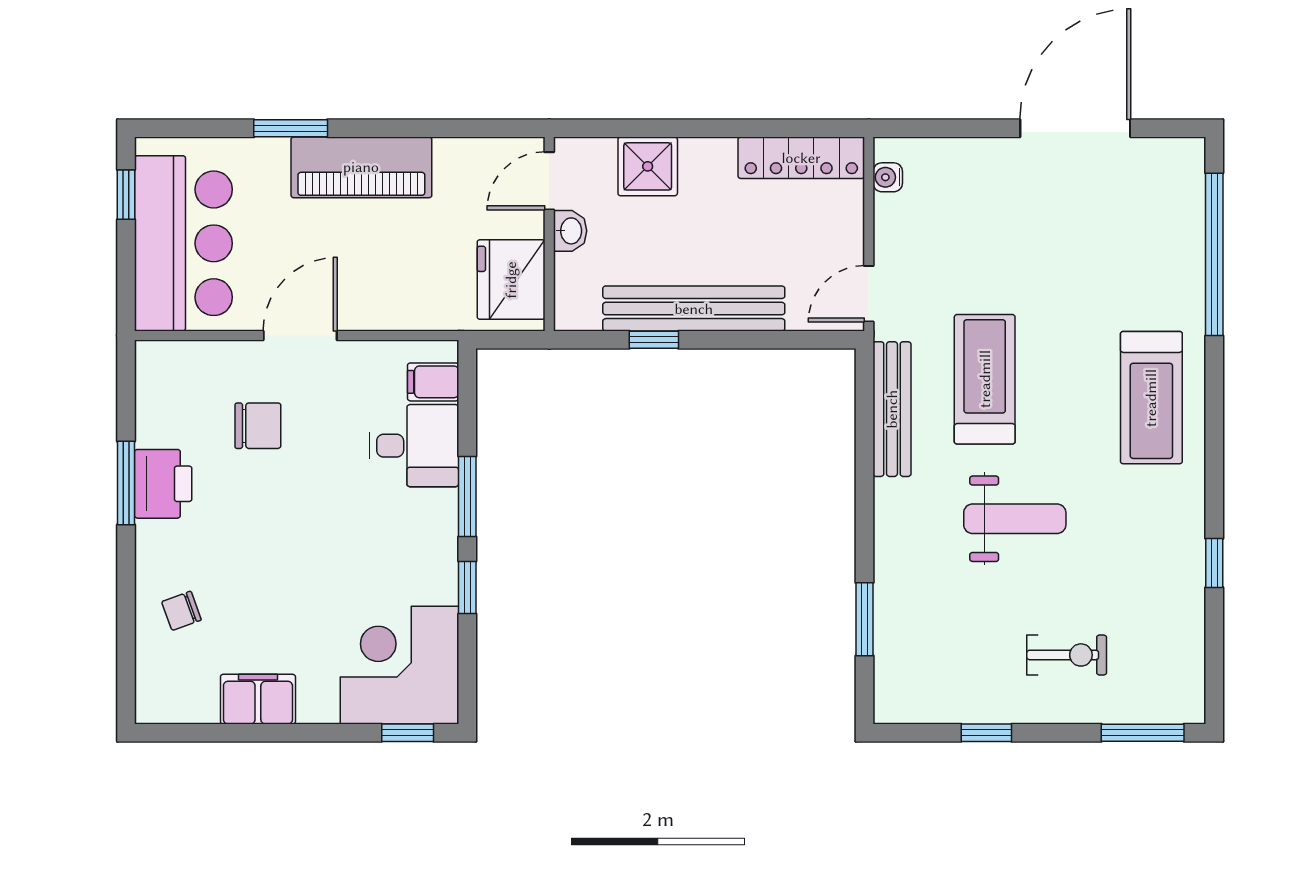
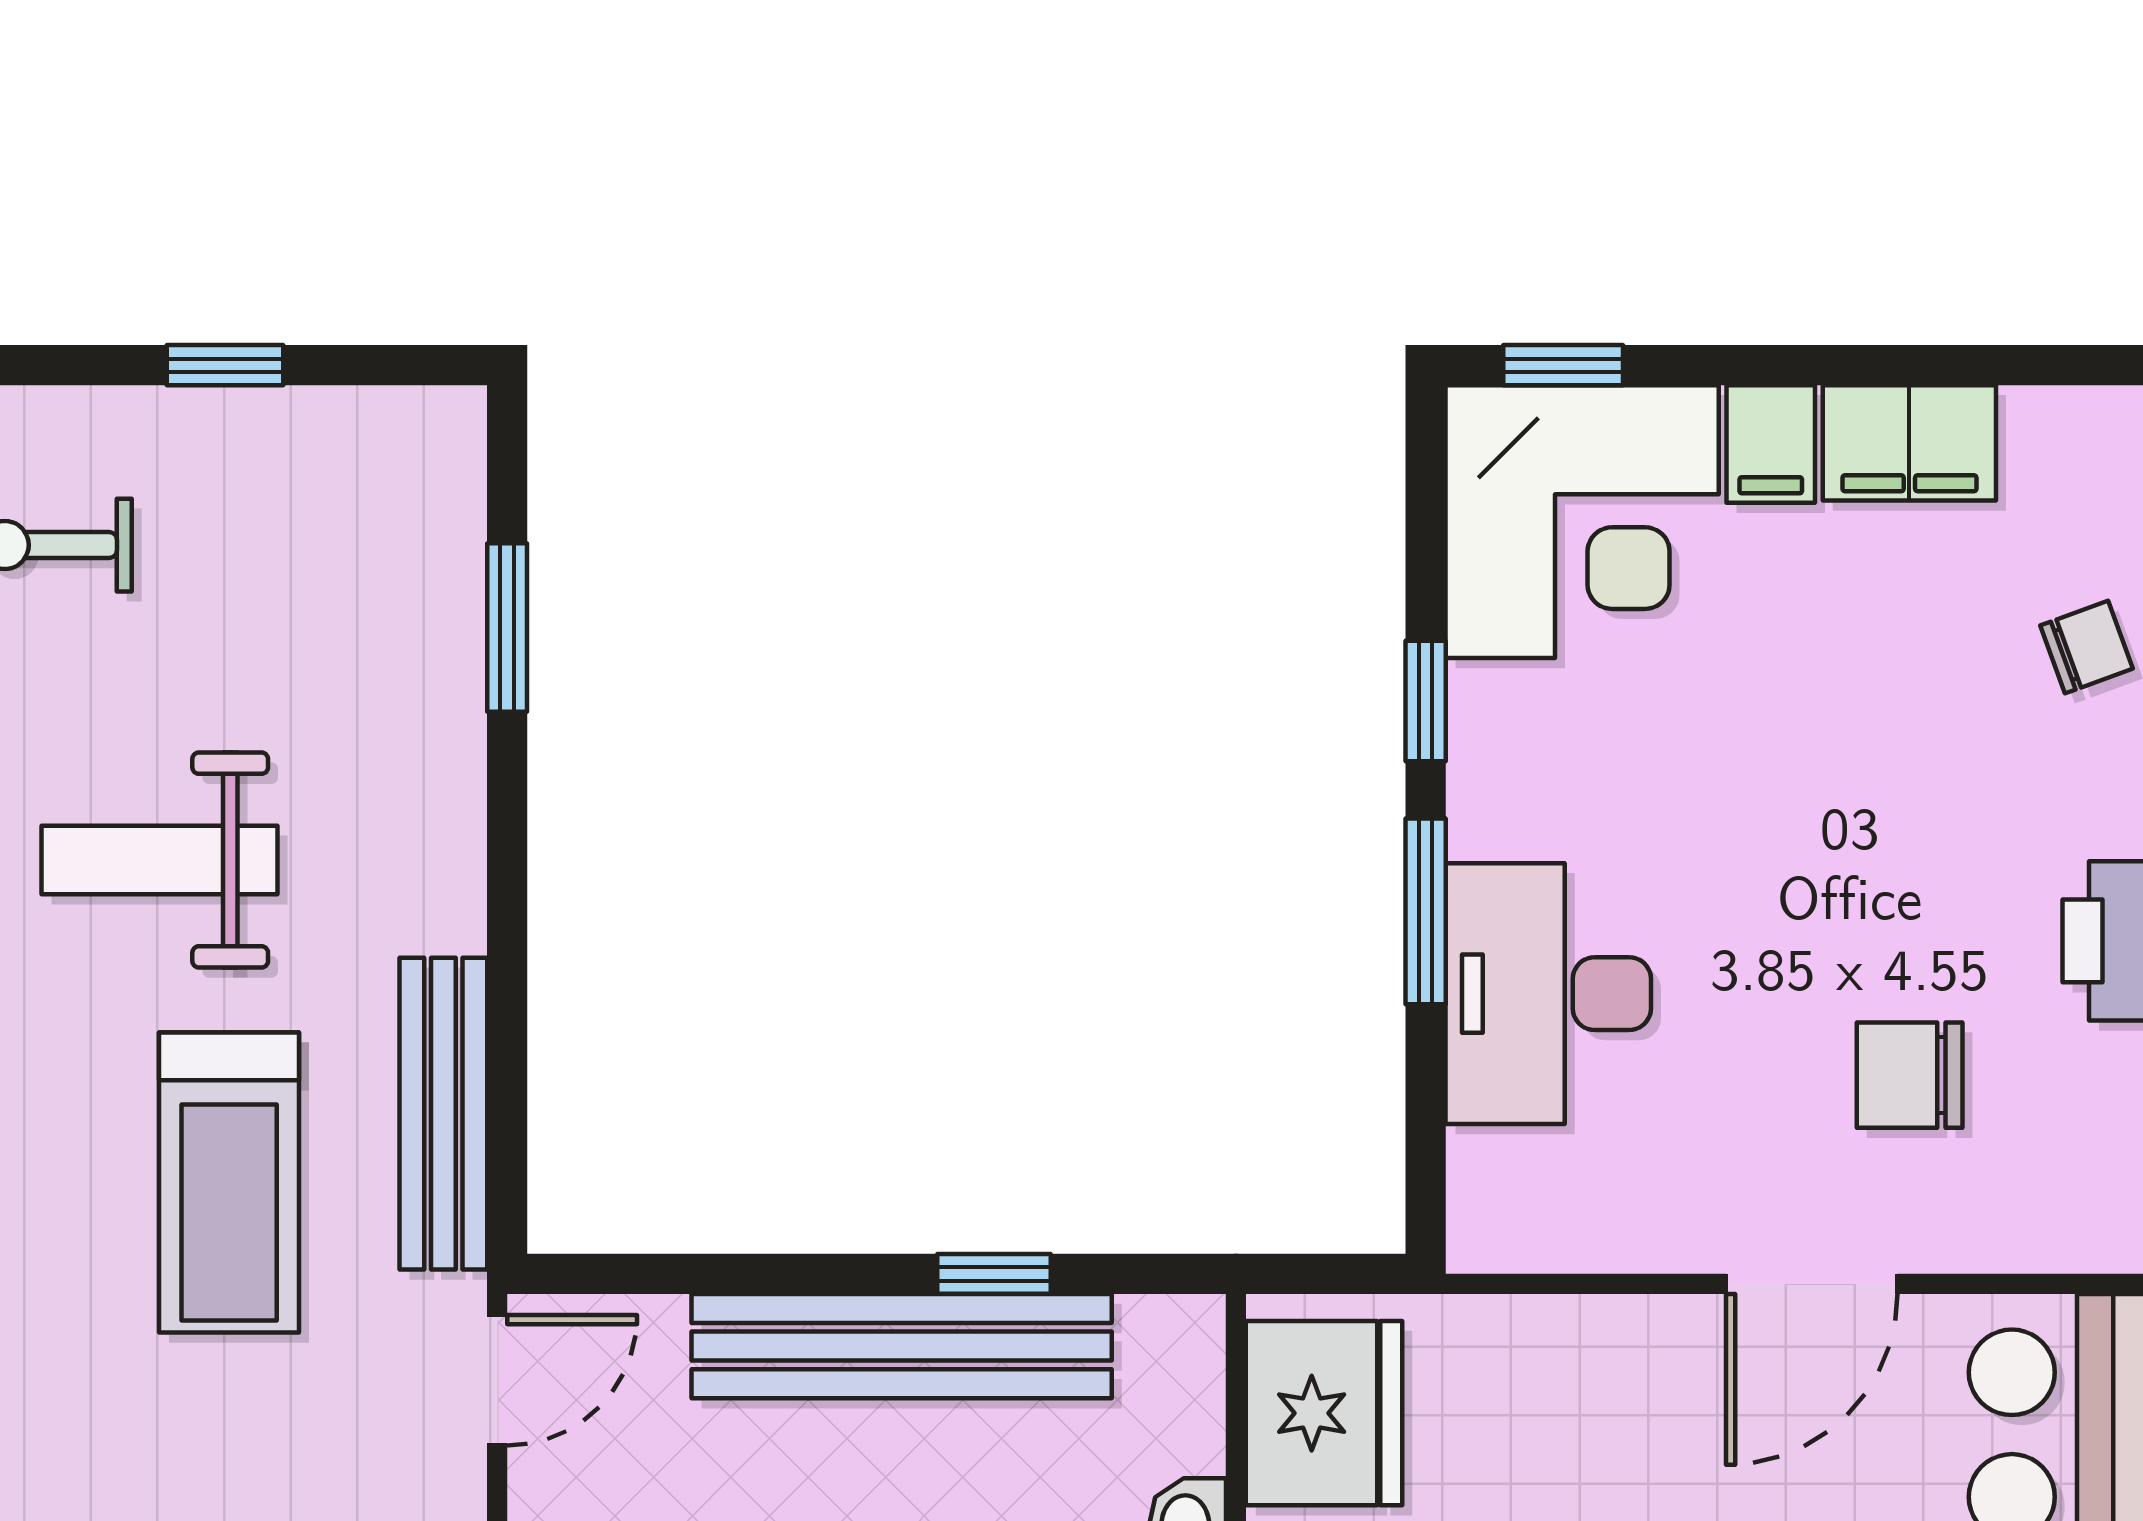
filing cabinet: (433, 382) -> (1771, 444), moved, turned 90
desk: (414, 446) -> (1548, 994), width x1.37

